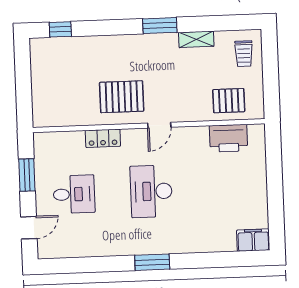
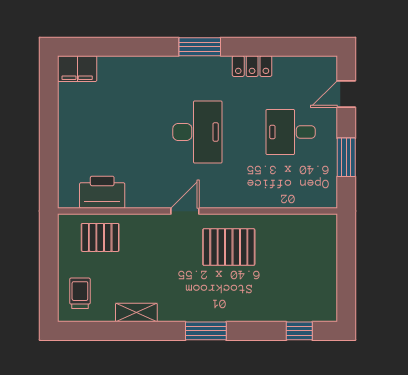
window: (160, 26) -> (206, 331), moved
locker: (103, 138) -> (252, 66), moved, turned 180

